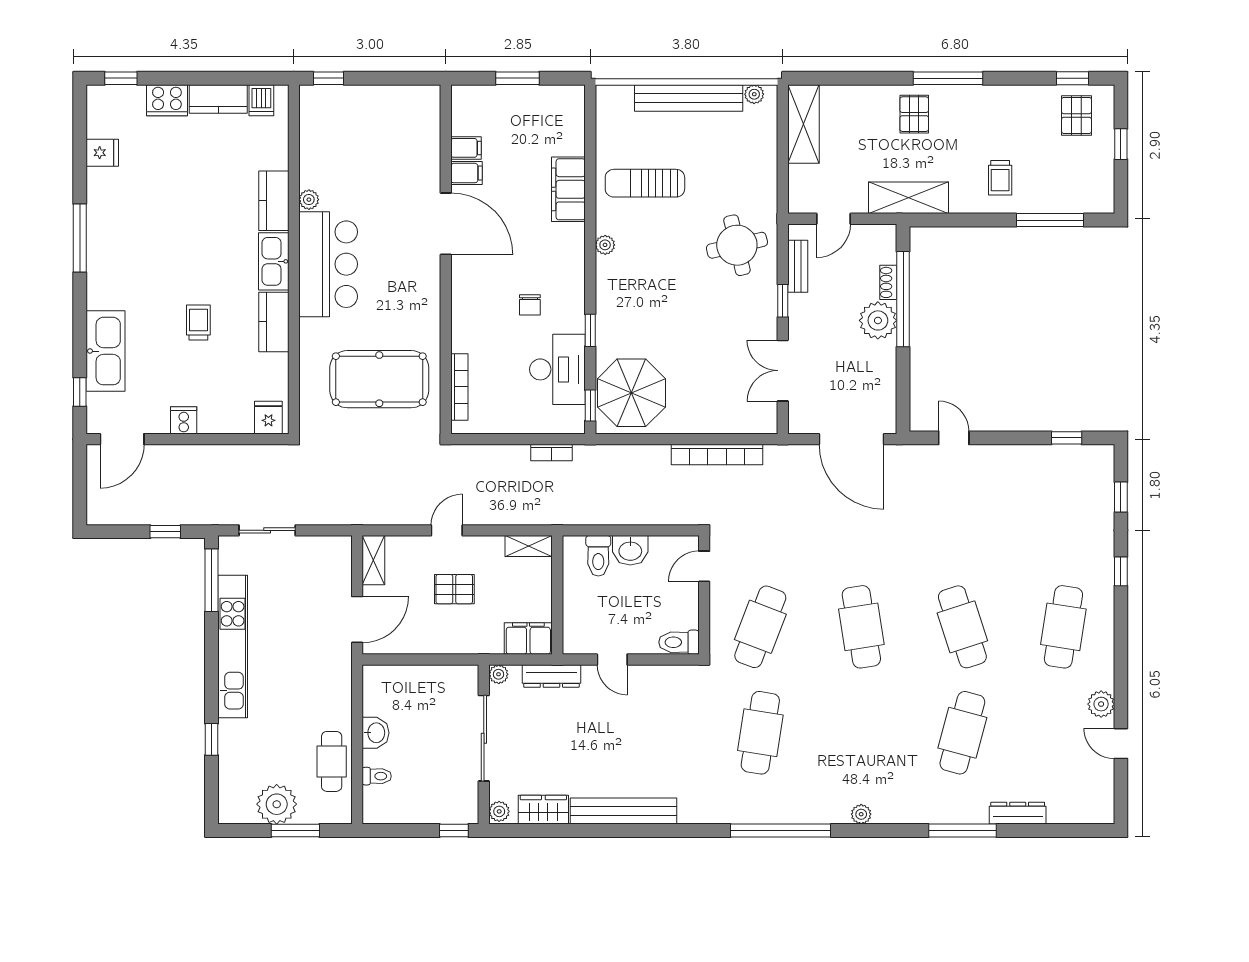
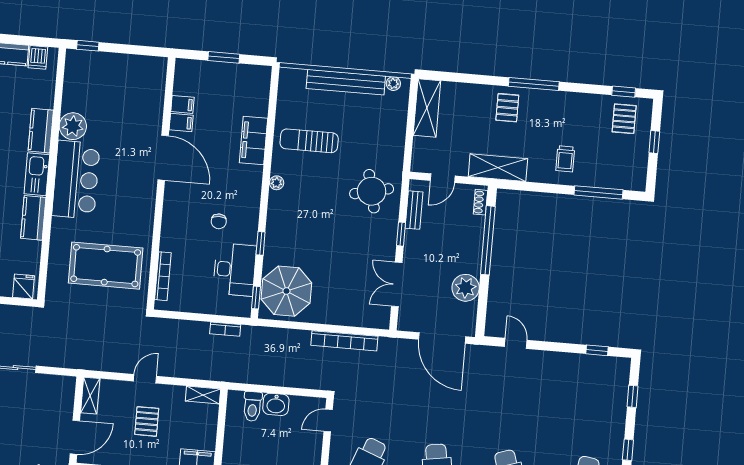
plant: (309, 200) -> (73, 126), width x1.87, depth x1.87
shoe rack: (888, 282) -> (480, 202), moved
plant: (878, 320) -> (466, 288), moved
pallet: (454, 589) -> (147, 421), turned 90

